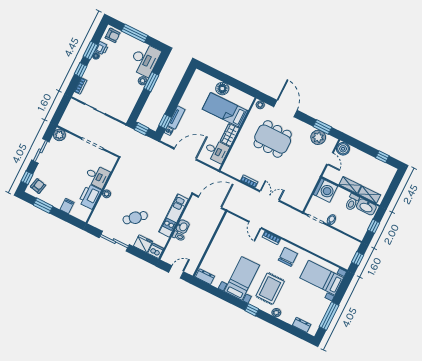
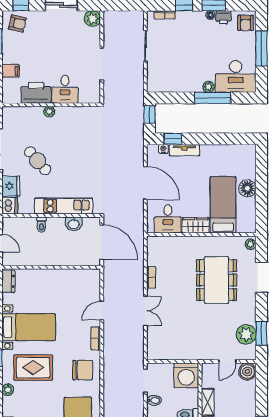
window: (151, 82) -> (213, 98), width x1.44
washbasin: (183, 227) -> (74, 224), moved

